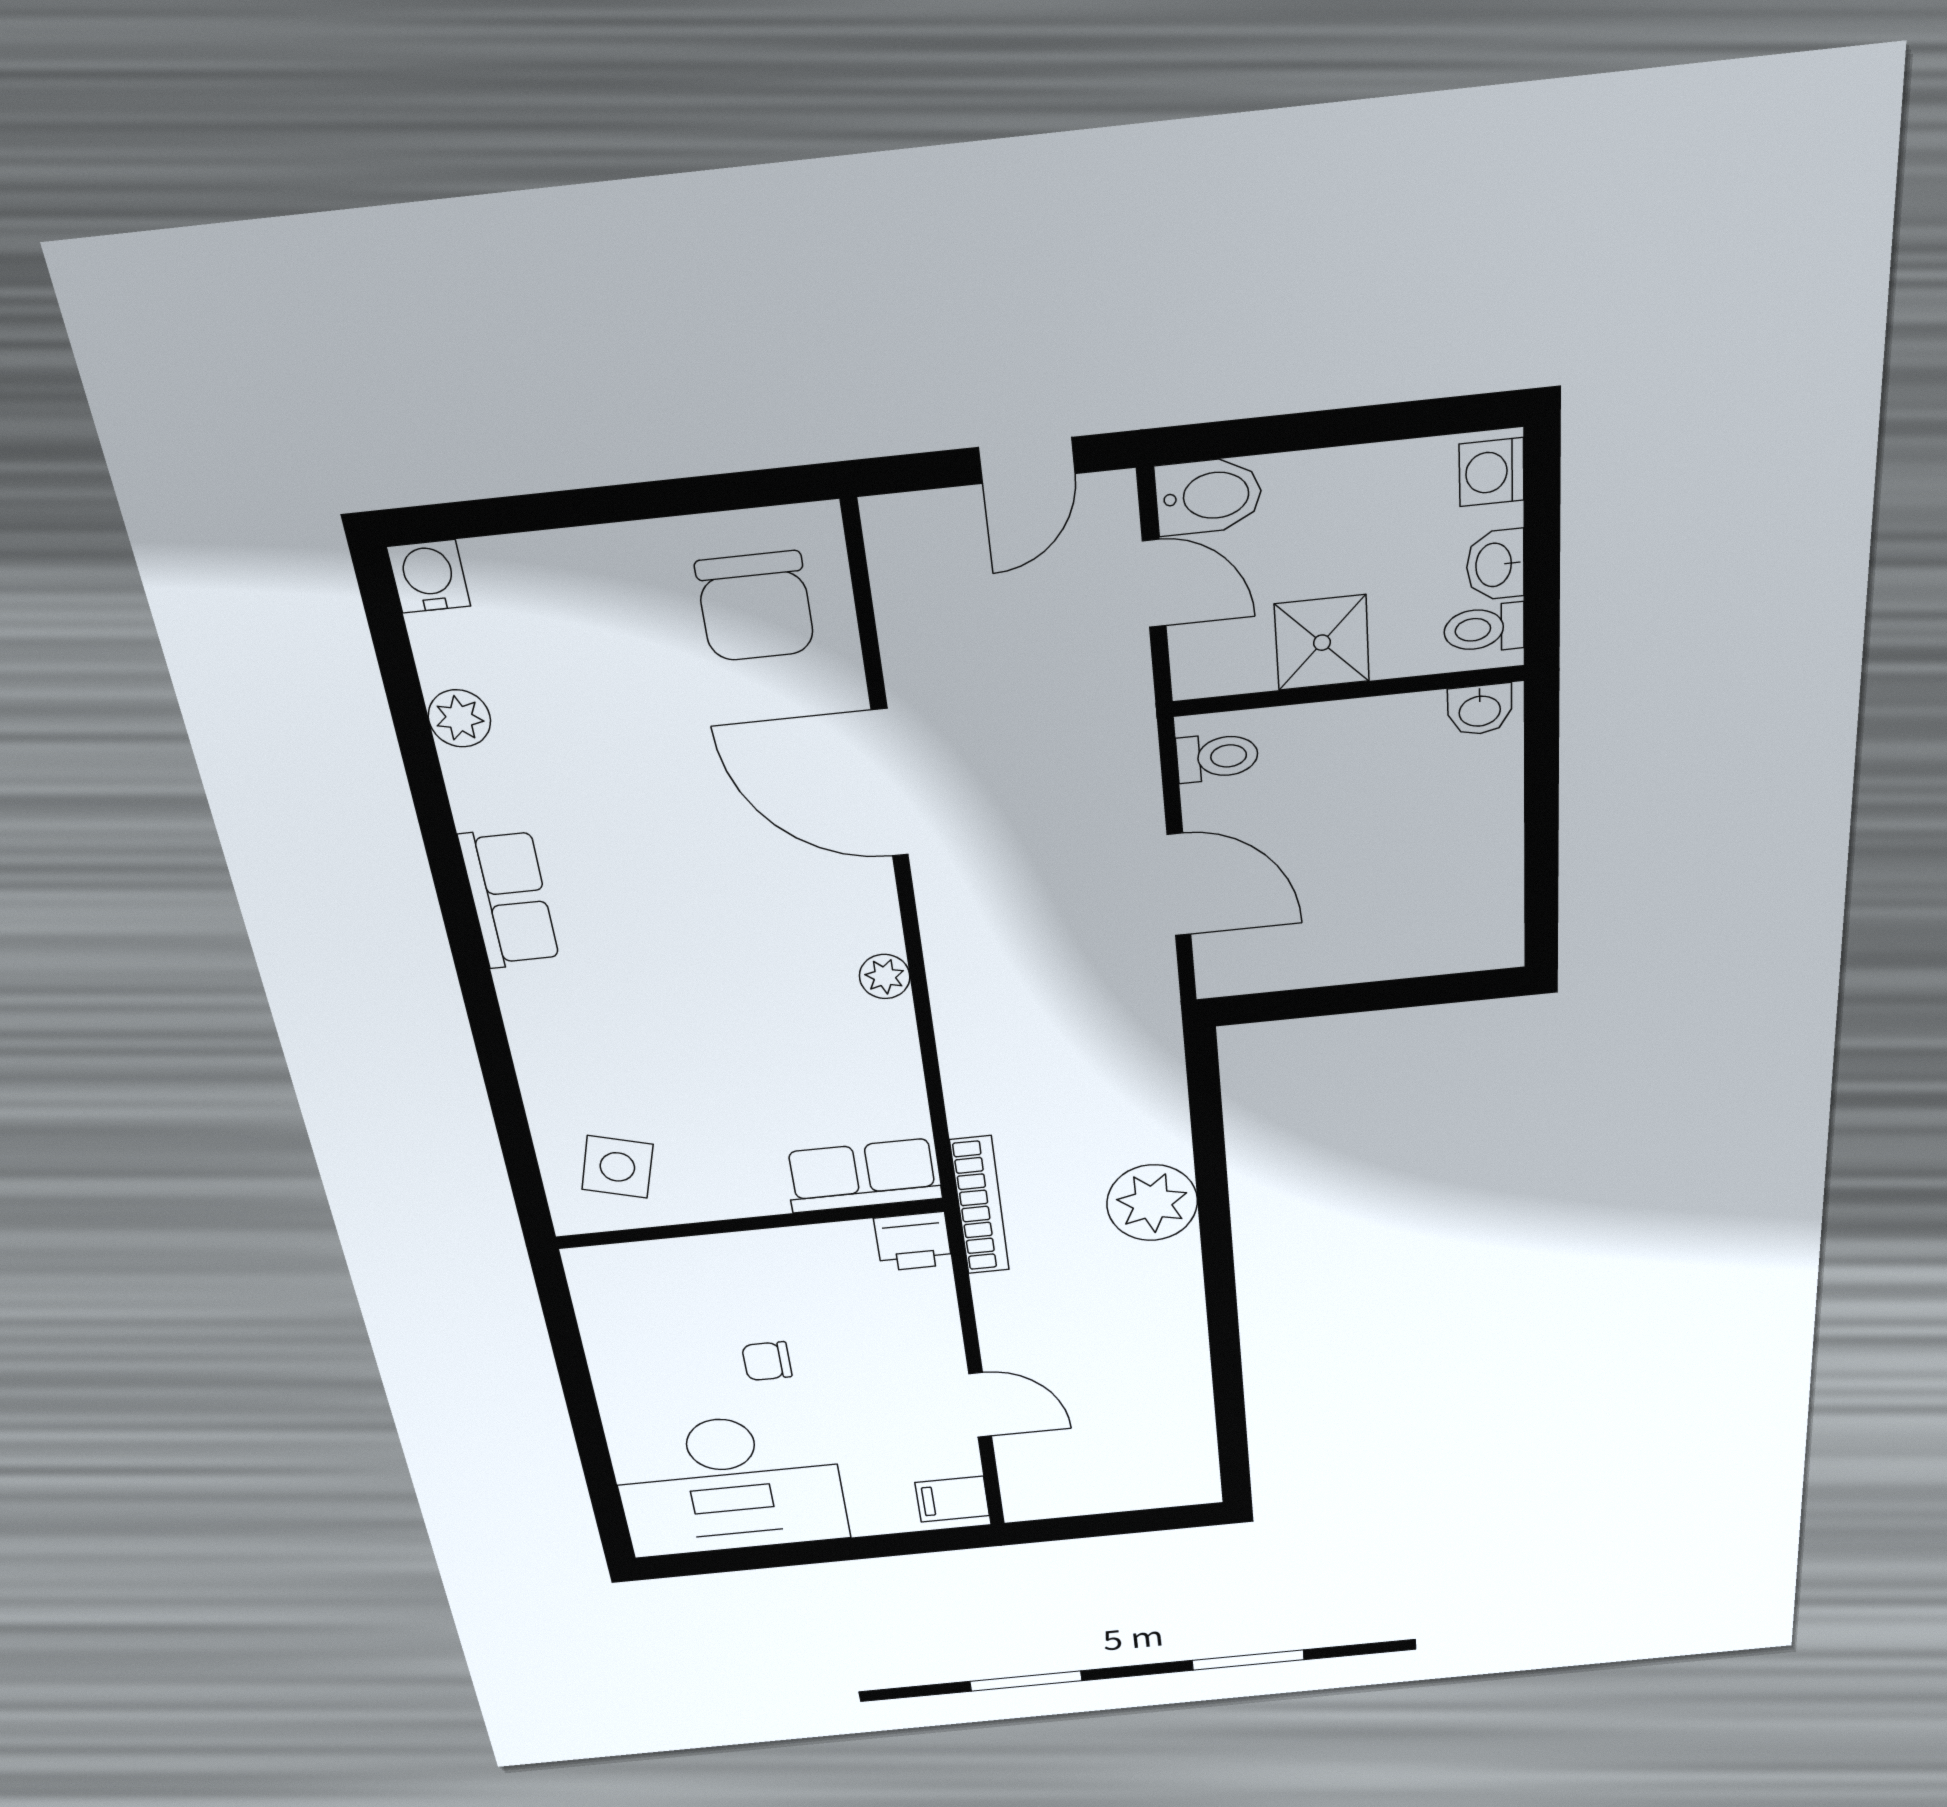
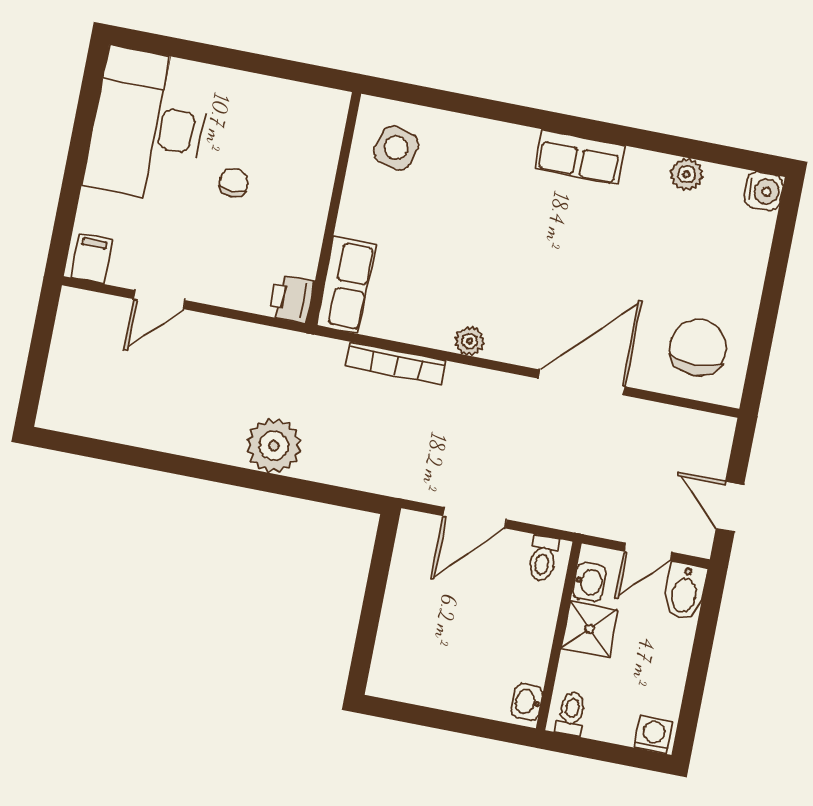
washbasin: (1495, 565) -> (589, 582), moved, turned 90
chair: (755, 607) -> (698, 347), turned 90
bookcase: (980, 1205) -> (396, 363), moved

